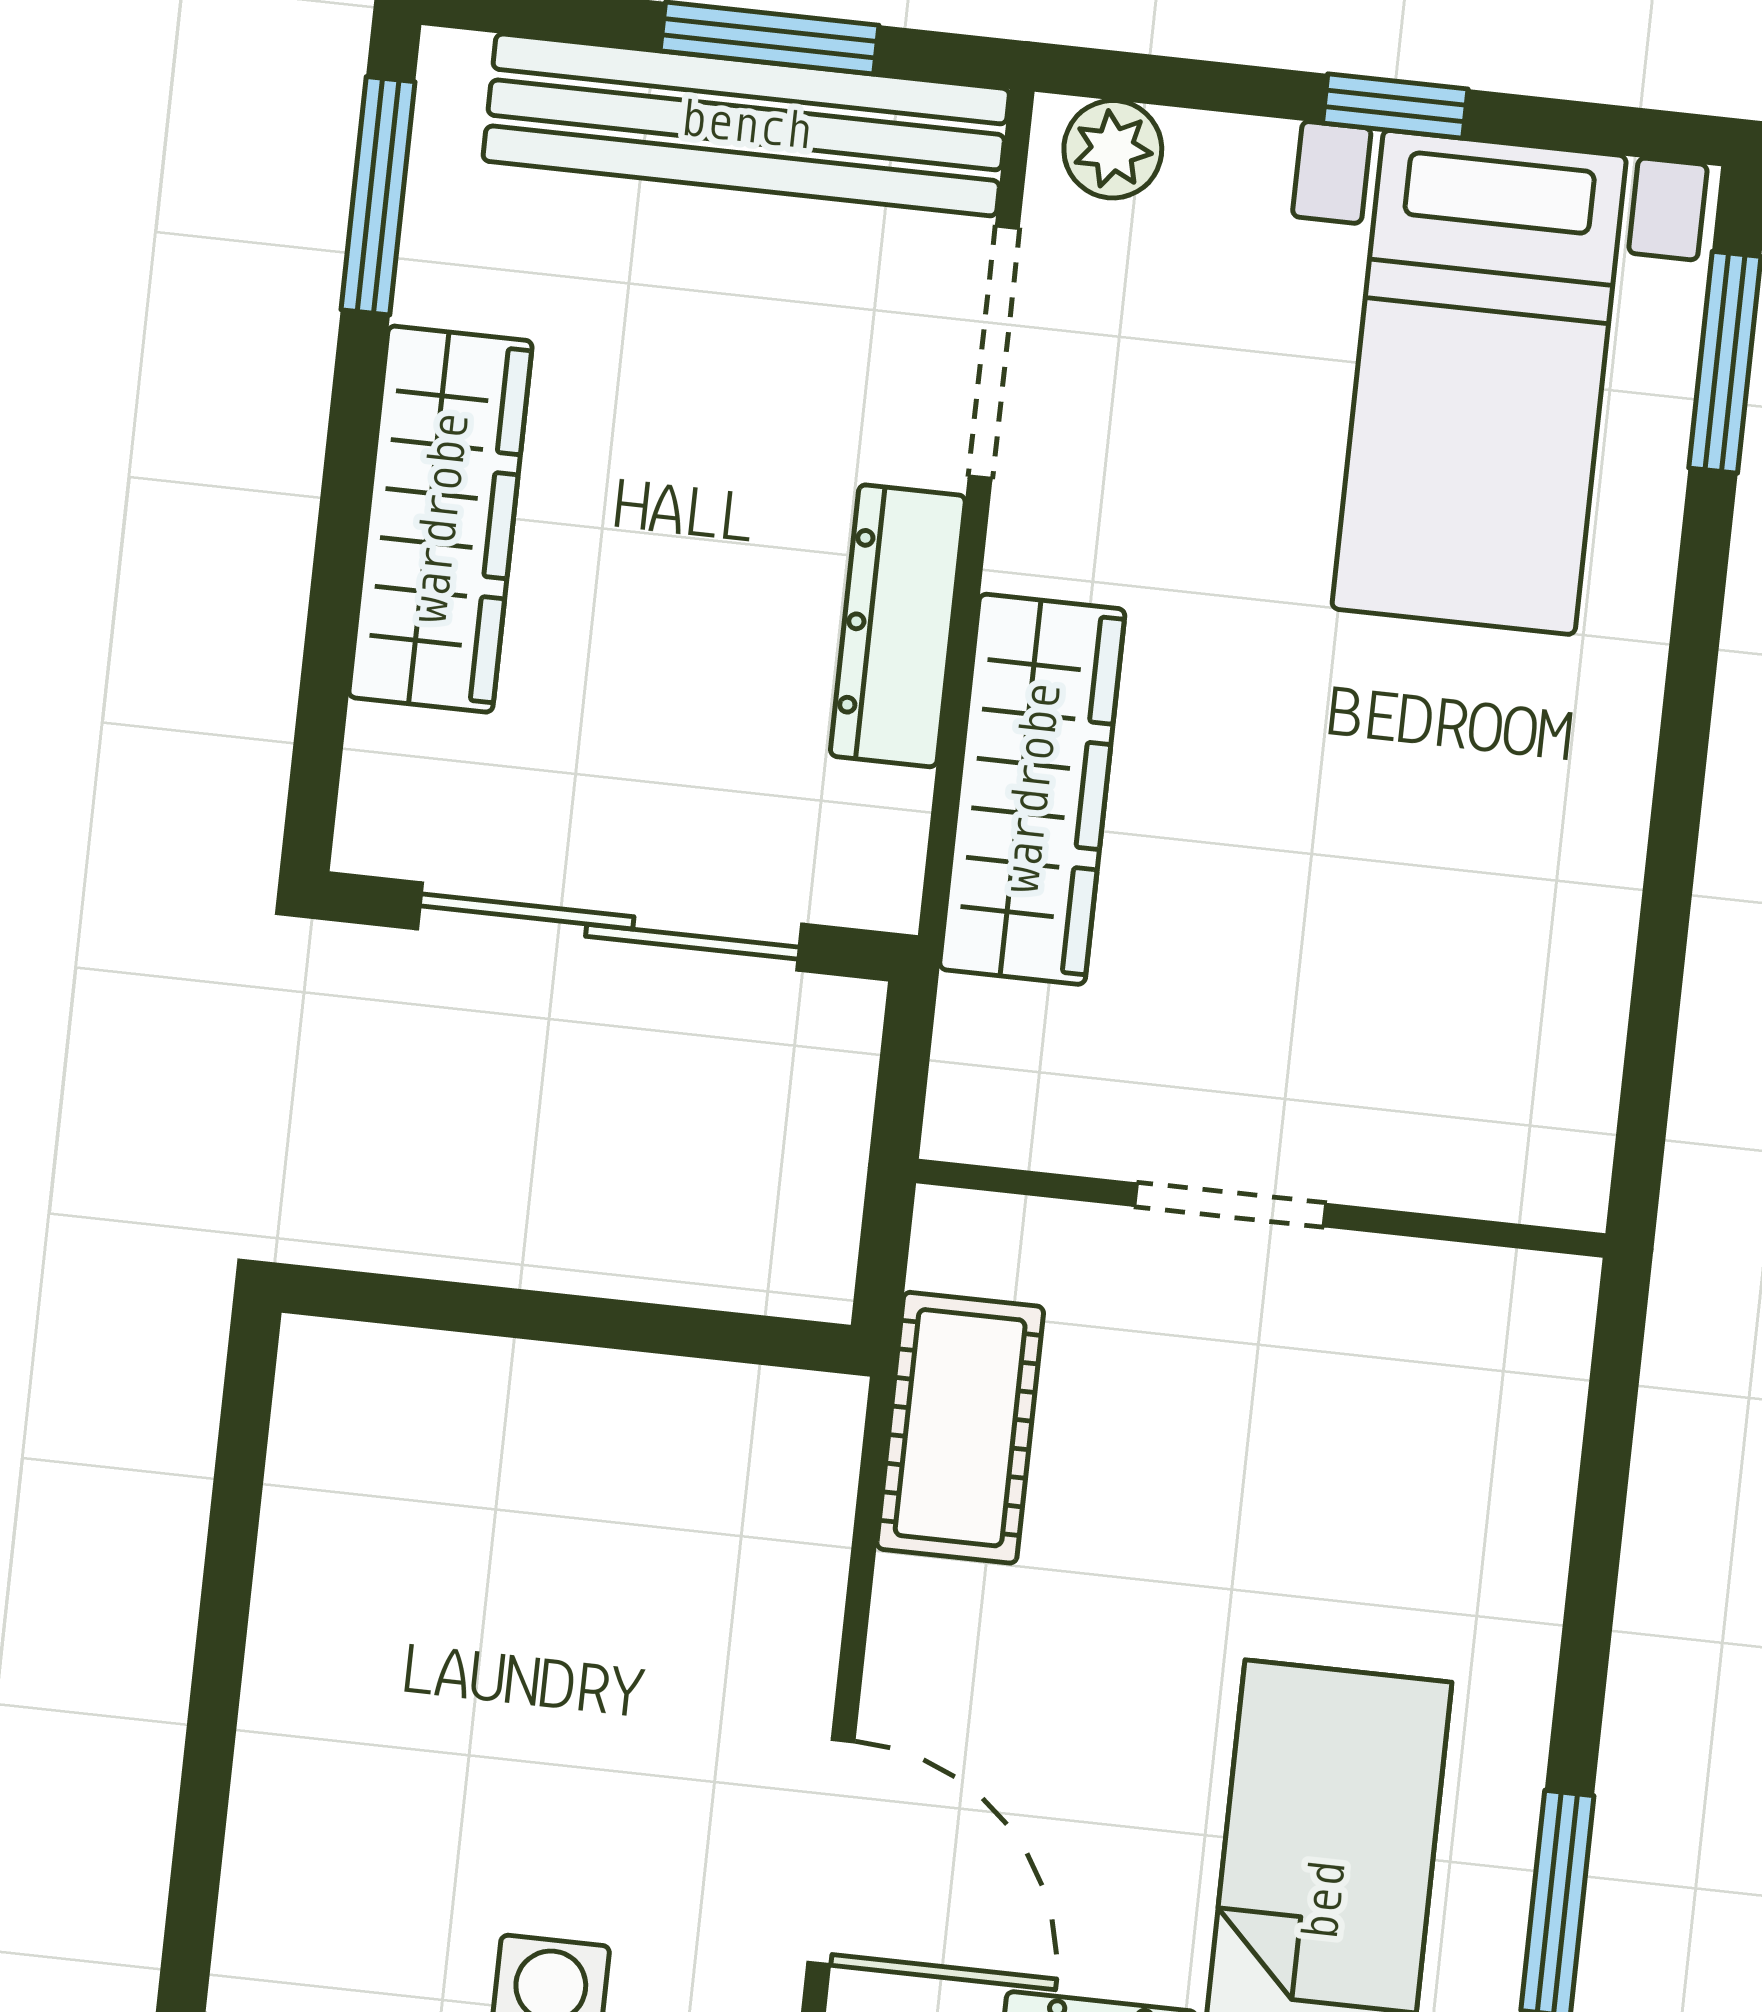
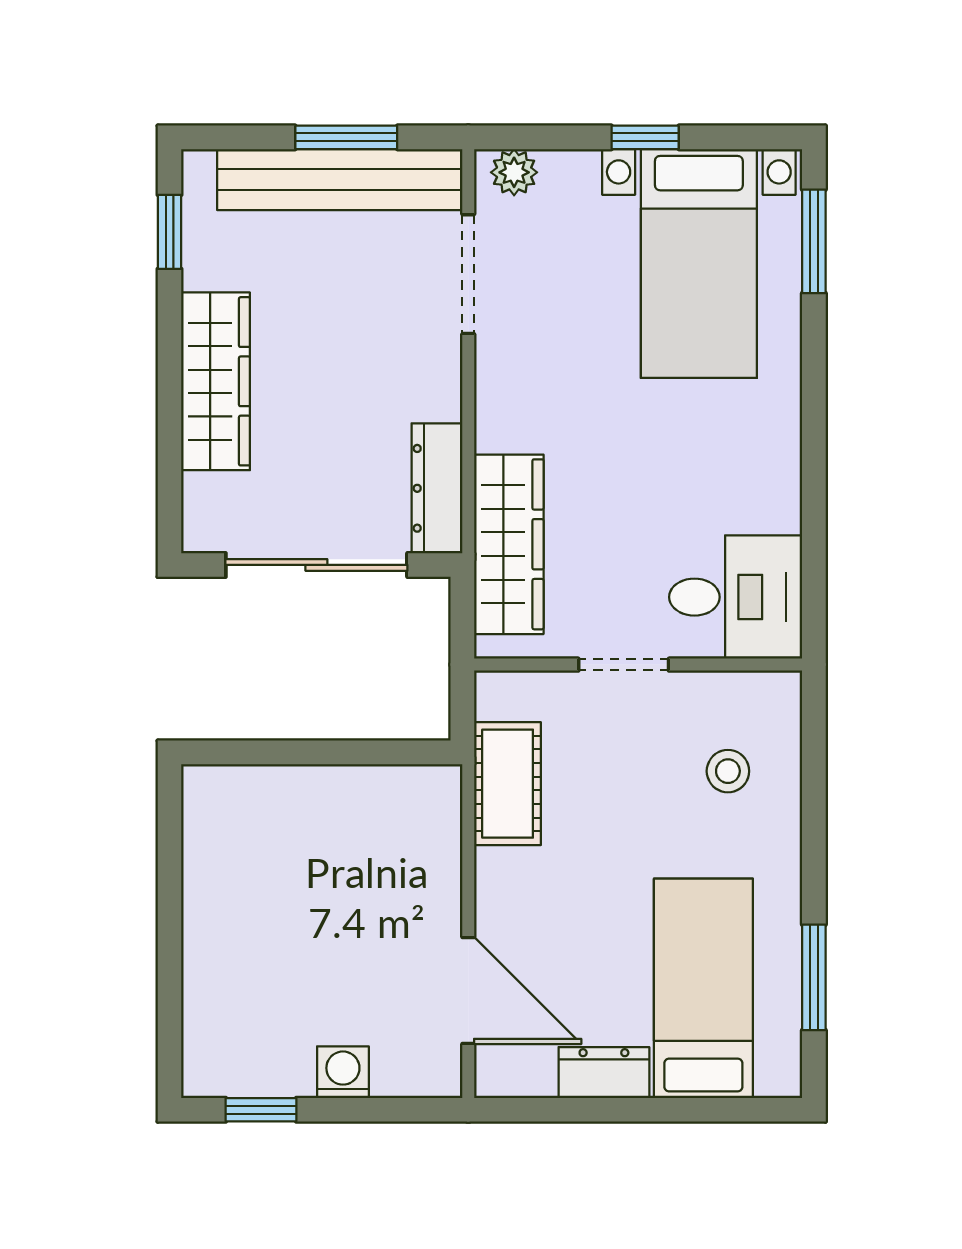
window: (378, 196) -> (170, 232), width x0.67
dresser: (898, 626) -> (437, 488), moved
wardrobe: (1032, 789) -> (509, 544), moved
desk: (1480, 1089) -> (736, 597), added
stool: (1424, 1452) -> (728, 771), added

